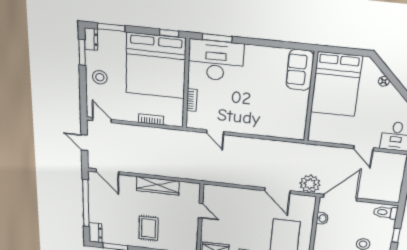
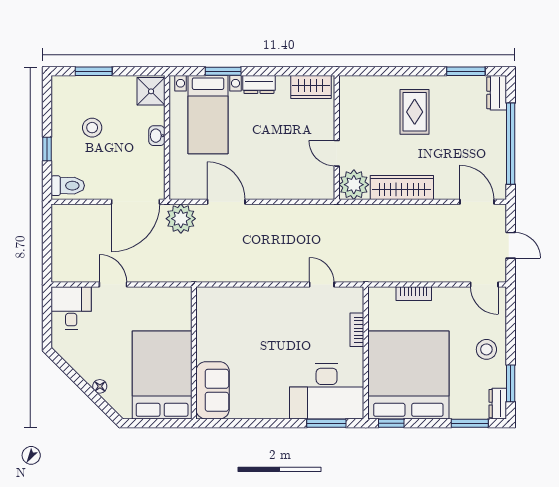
plant: (190, 191) -> (354, 185), added
washbasin: (322, 218) -> (157, 136), moved

